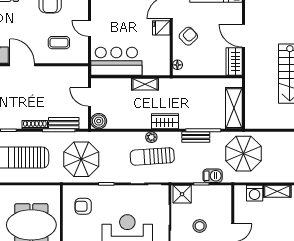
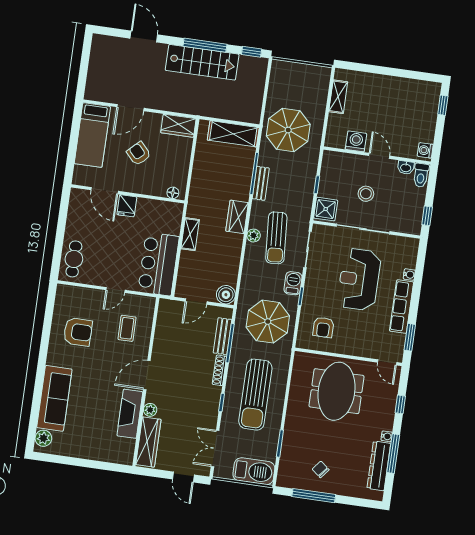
armchair: (188, 36) -> (139, 154), moved
door: (244, 36) -> (130, 108), moved
barbecue: (213, 176) -> (293, 283), moved
washing machine: (255, 193) -> (356, 141), moved, turned -90

